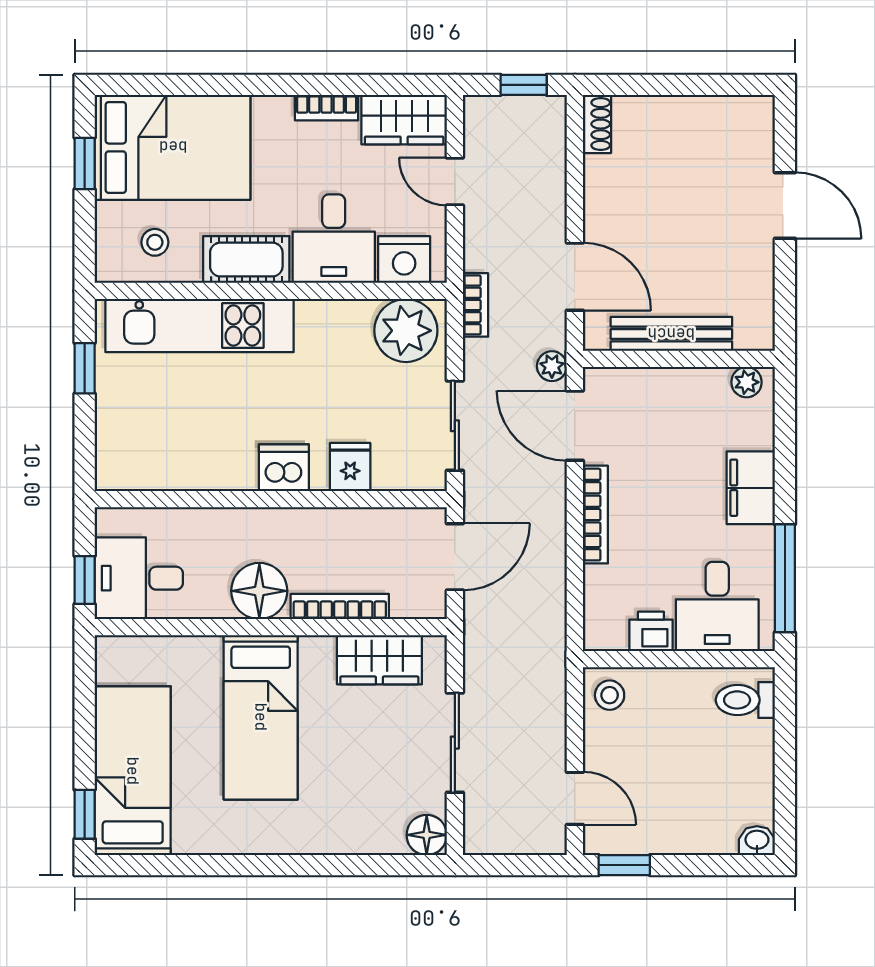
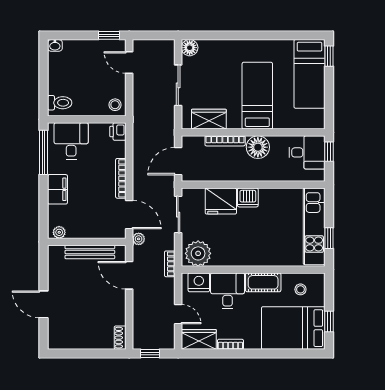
kitchen unit: (200, 326) -> (314, 226), moved, turned -90
fridge: (350, 467) -> (221, 201), width x1.88, depth x1.34
printer: (651, 631) -> (118, 132), moved, turned 90

